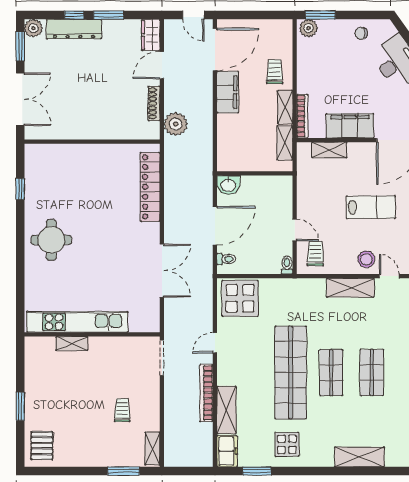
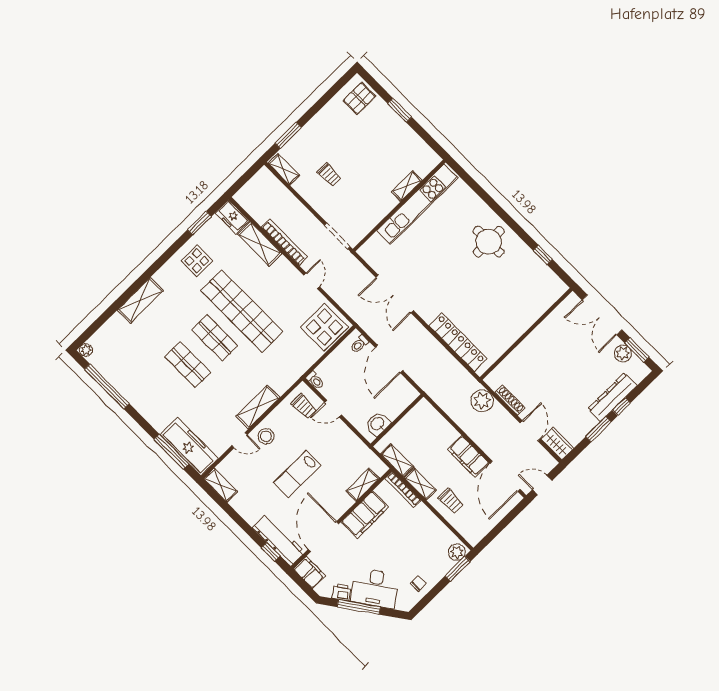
plant: (33, 28) -> (623, 353), moved
washbasin: (228, 185) -> (378, 424), moved
pallet: (42, 446) -> (359, 98), turned 90

